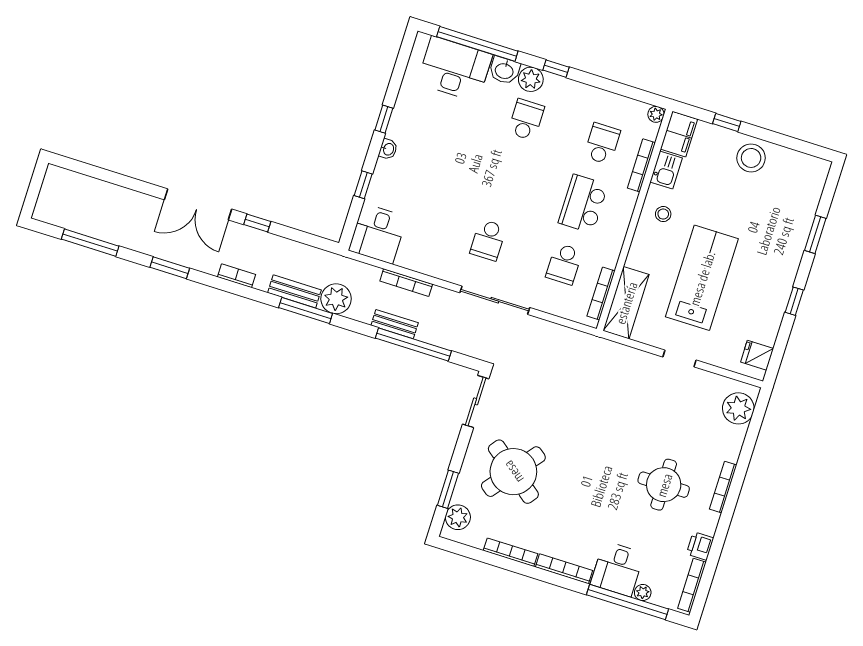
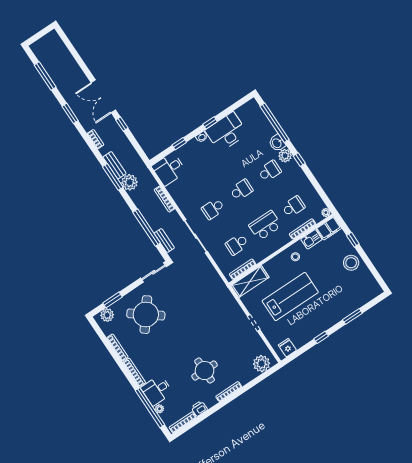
desk: (455, 69) -> (226, 132), moved, turned -90
school desk: (507, 180) -> (241, 190), added
bench: (395, 324) -> (164, 241), moved

